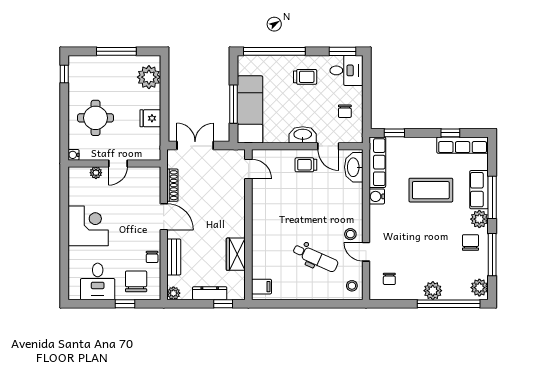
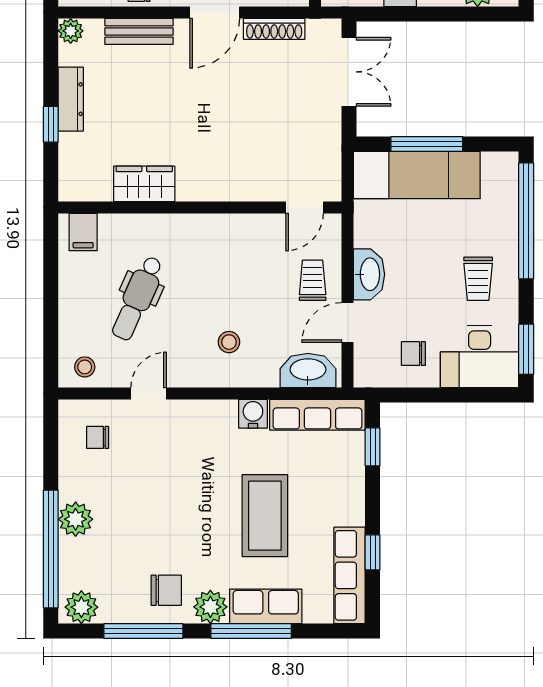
desk: (346, 70) -> (480, 357), width x1.37
door: (248, 169) -> (305, 207), moved
wall: (248, 225) -> (200, 207), moved
stool: (350, 234) -> (229, 342), moved
wardrobe: (236, 254) -> (144, 184), moved
filing cabinet: (261, 287) -> (83, 232), moved

